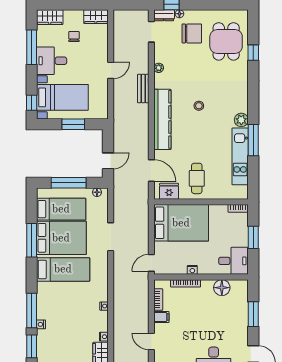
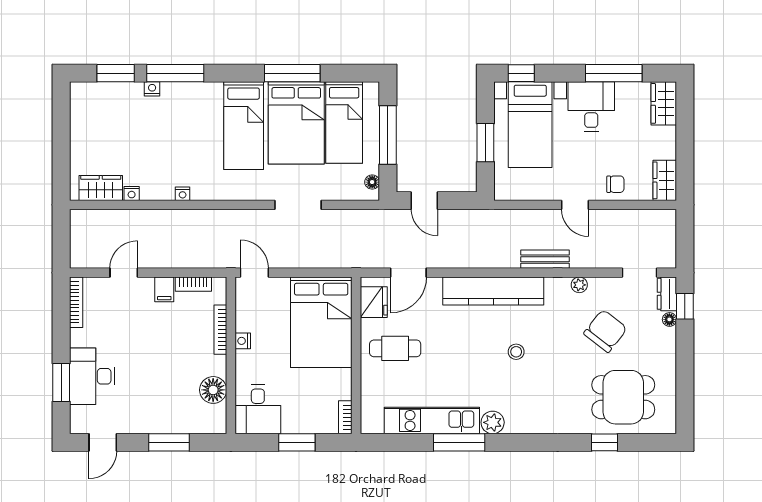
chair: (192, 33) -> (605, 331), moved, turned -142
chair: (74, 37) -> (615, 184), moved

